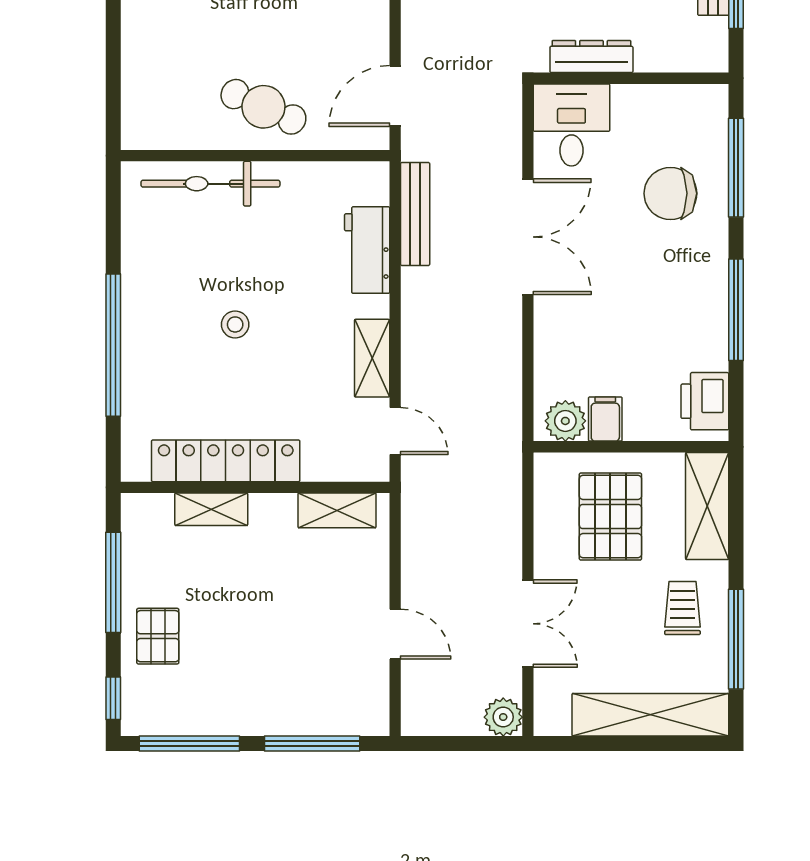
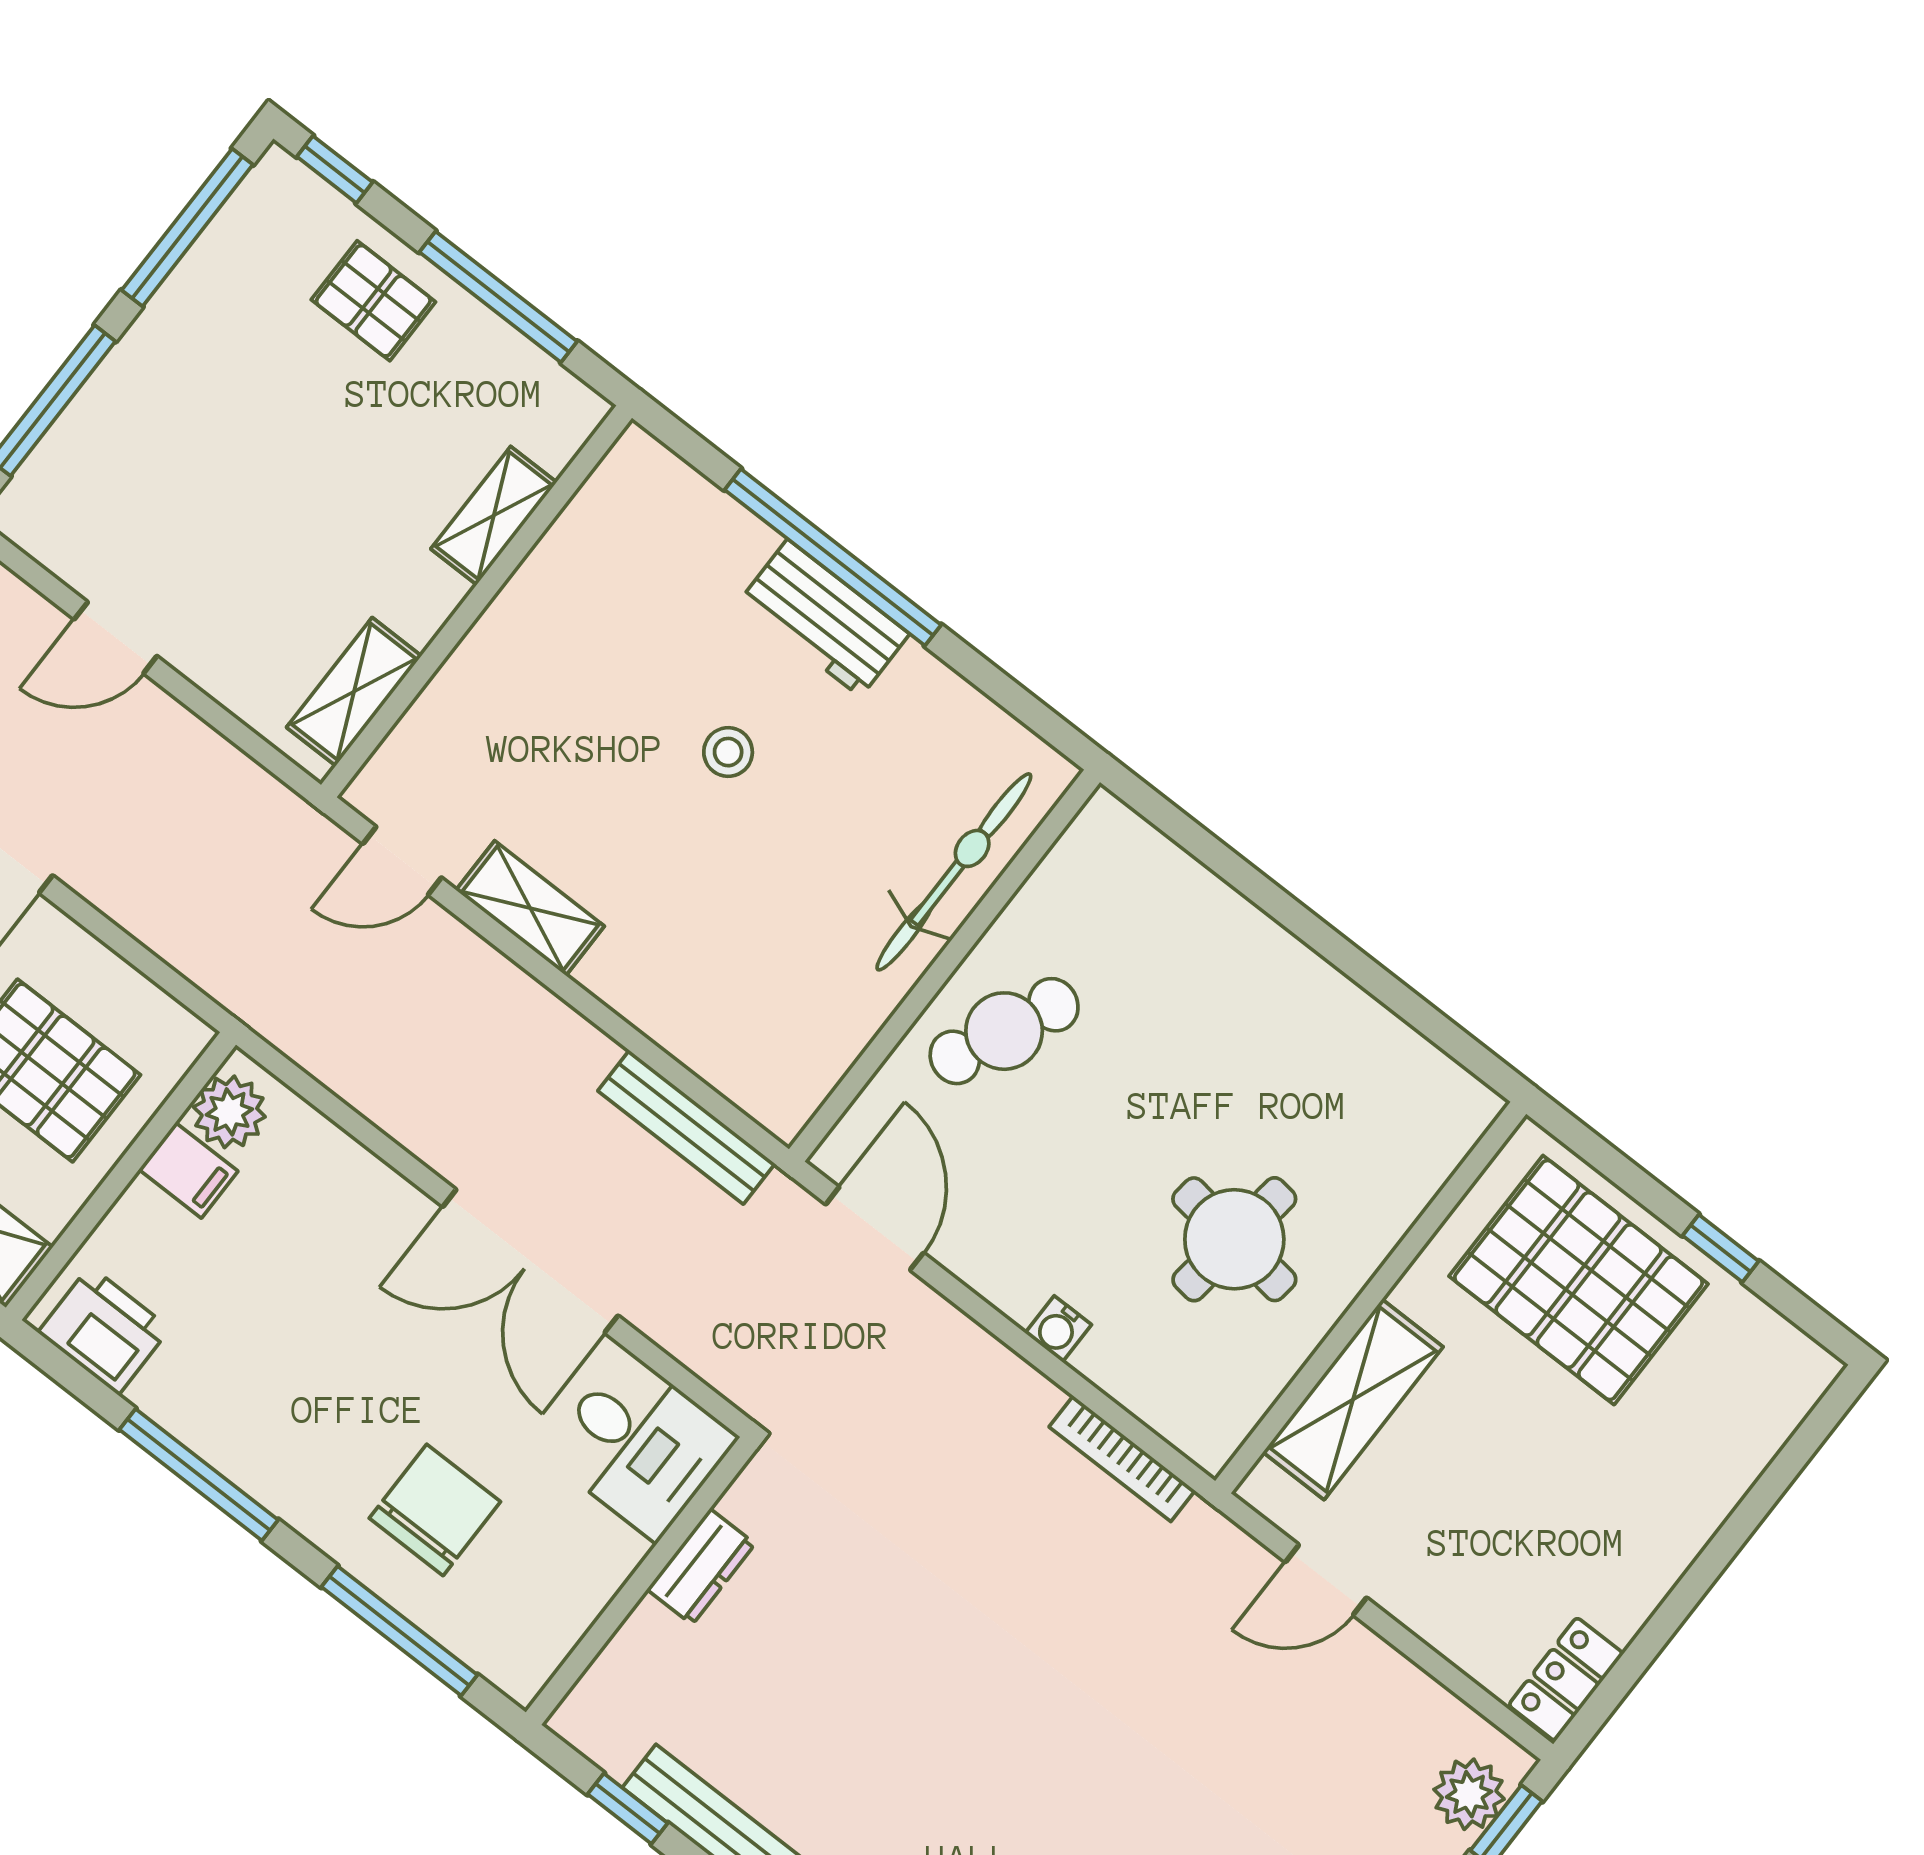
dresser: (591, 57) -> (701, 1567), width x0.70
workbench: (367, 250) -> (824, 618), moved, turned 180
locker: (226, 461) -> (546, 589), removed

